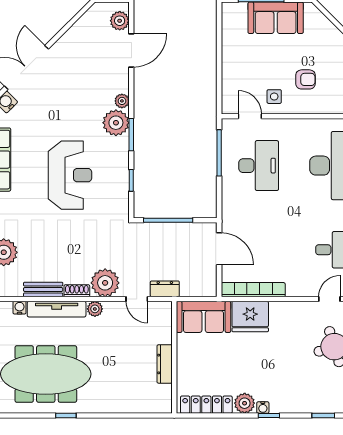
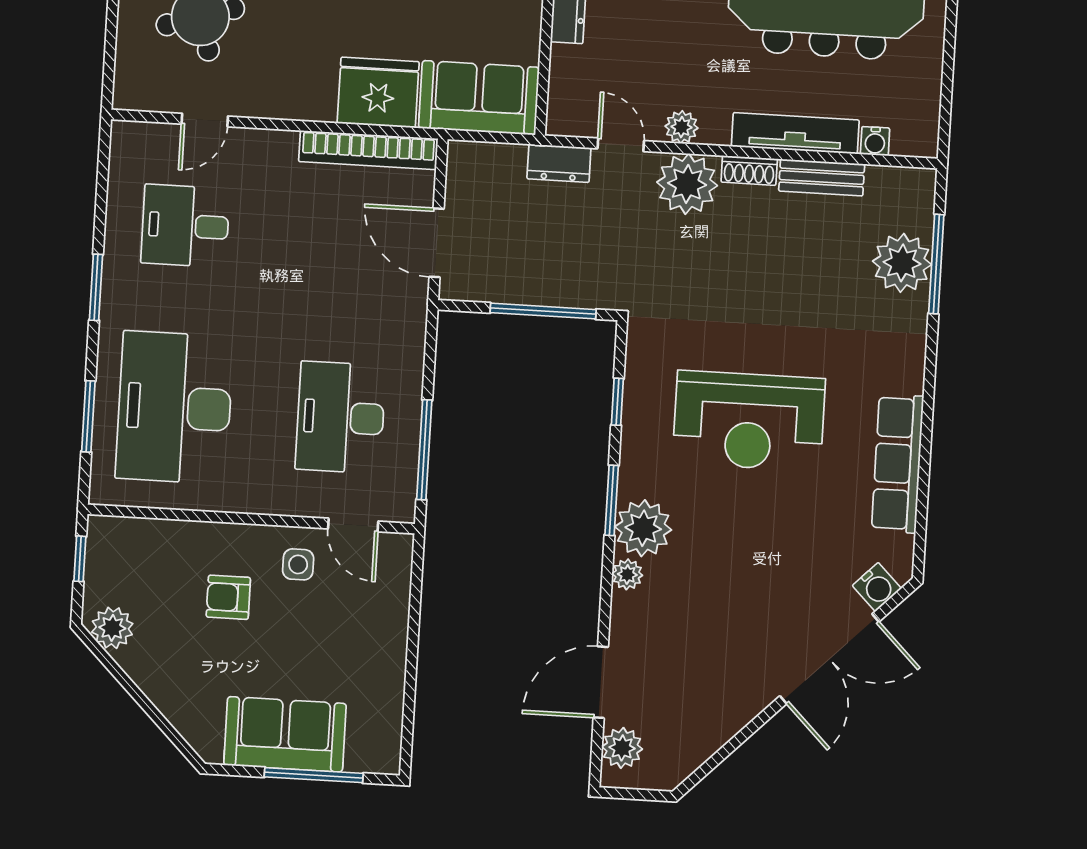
reception desk: (70, 175) -> (749, 421), turned -90
plant: (95, 309) -> (681, 127), moved

